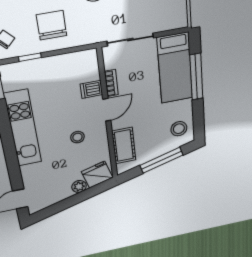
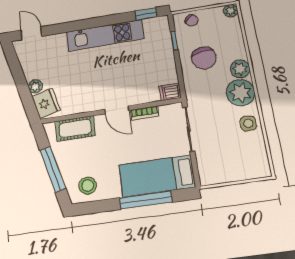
chair: (52, 25) -> (204, 58), turned 81
dishwasher: (91, 89) -> (170, 92), moved, turned -90
stool: (77, 137) -> (90, 83), removed

